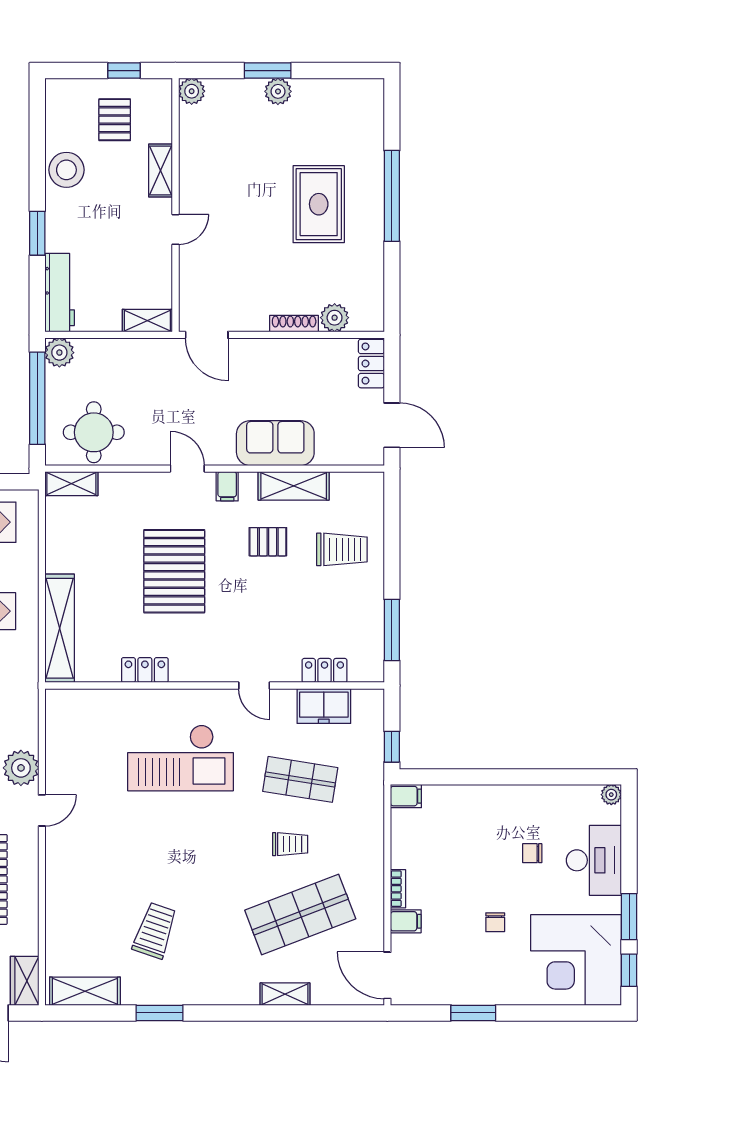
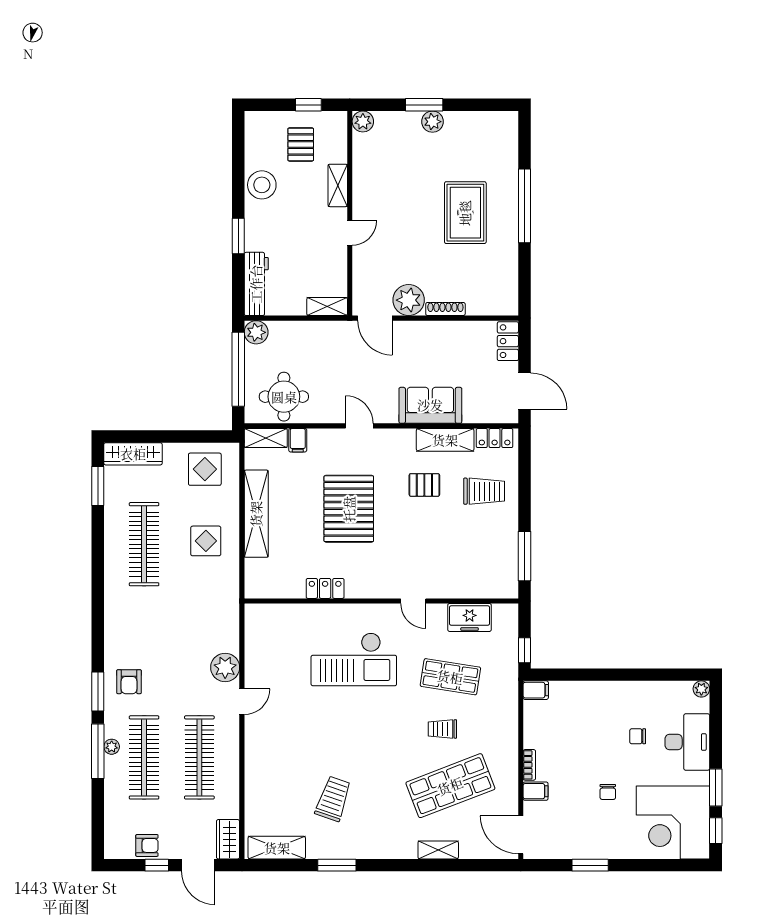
plant: (335, 318) -> (409, 300), moved, width x1.36, depth x1.36
filing cabinet: (227, 486) -> (298, 440), moved
shelving: (60, 628) -> (256, 514), moved
locker: (324, 670) -> (495, 438), moved, turned 180
trolley: (290, 844) -> (442, 729), turned 180

